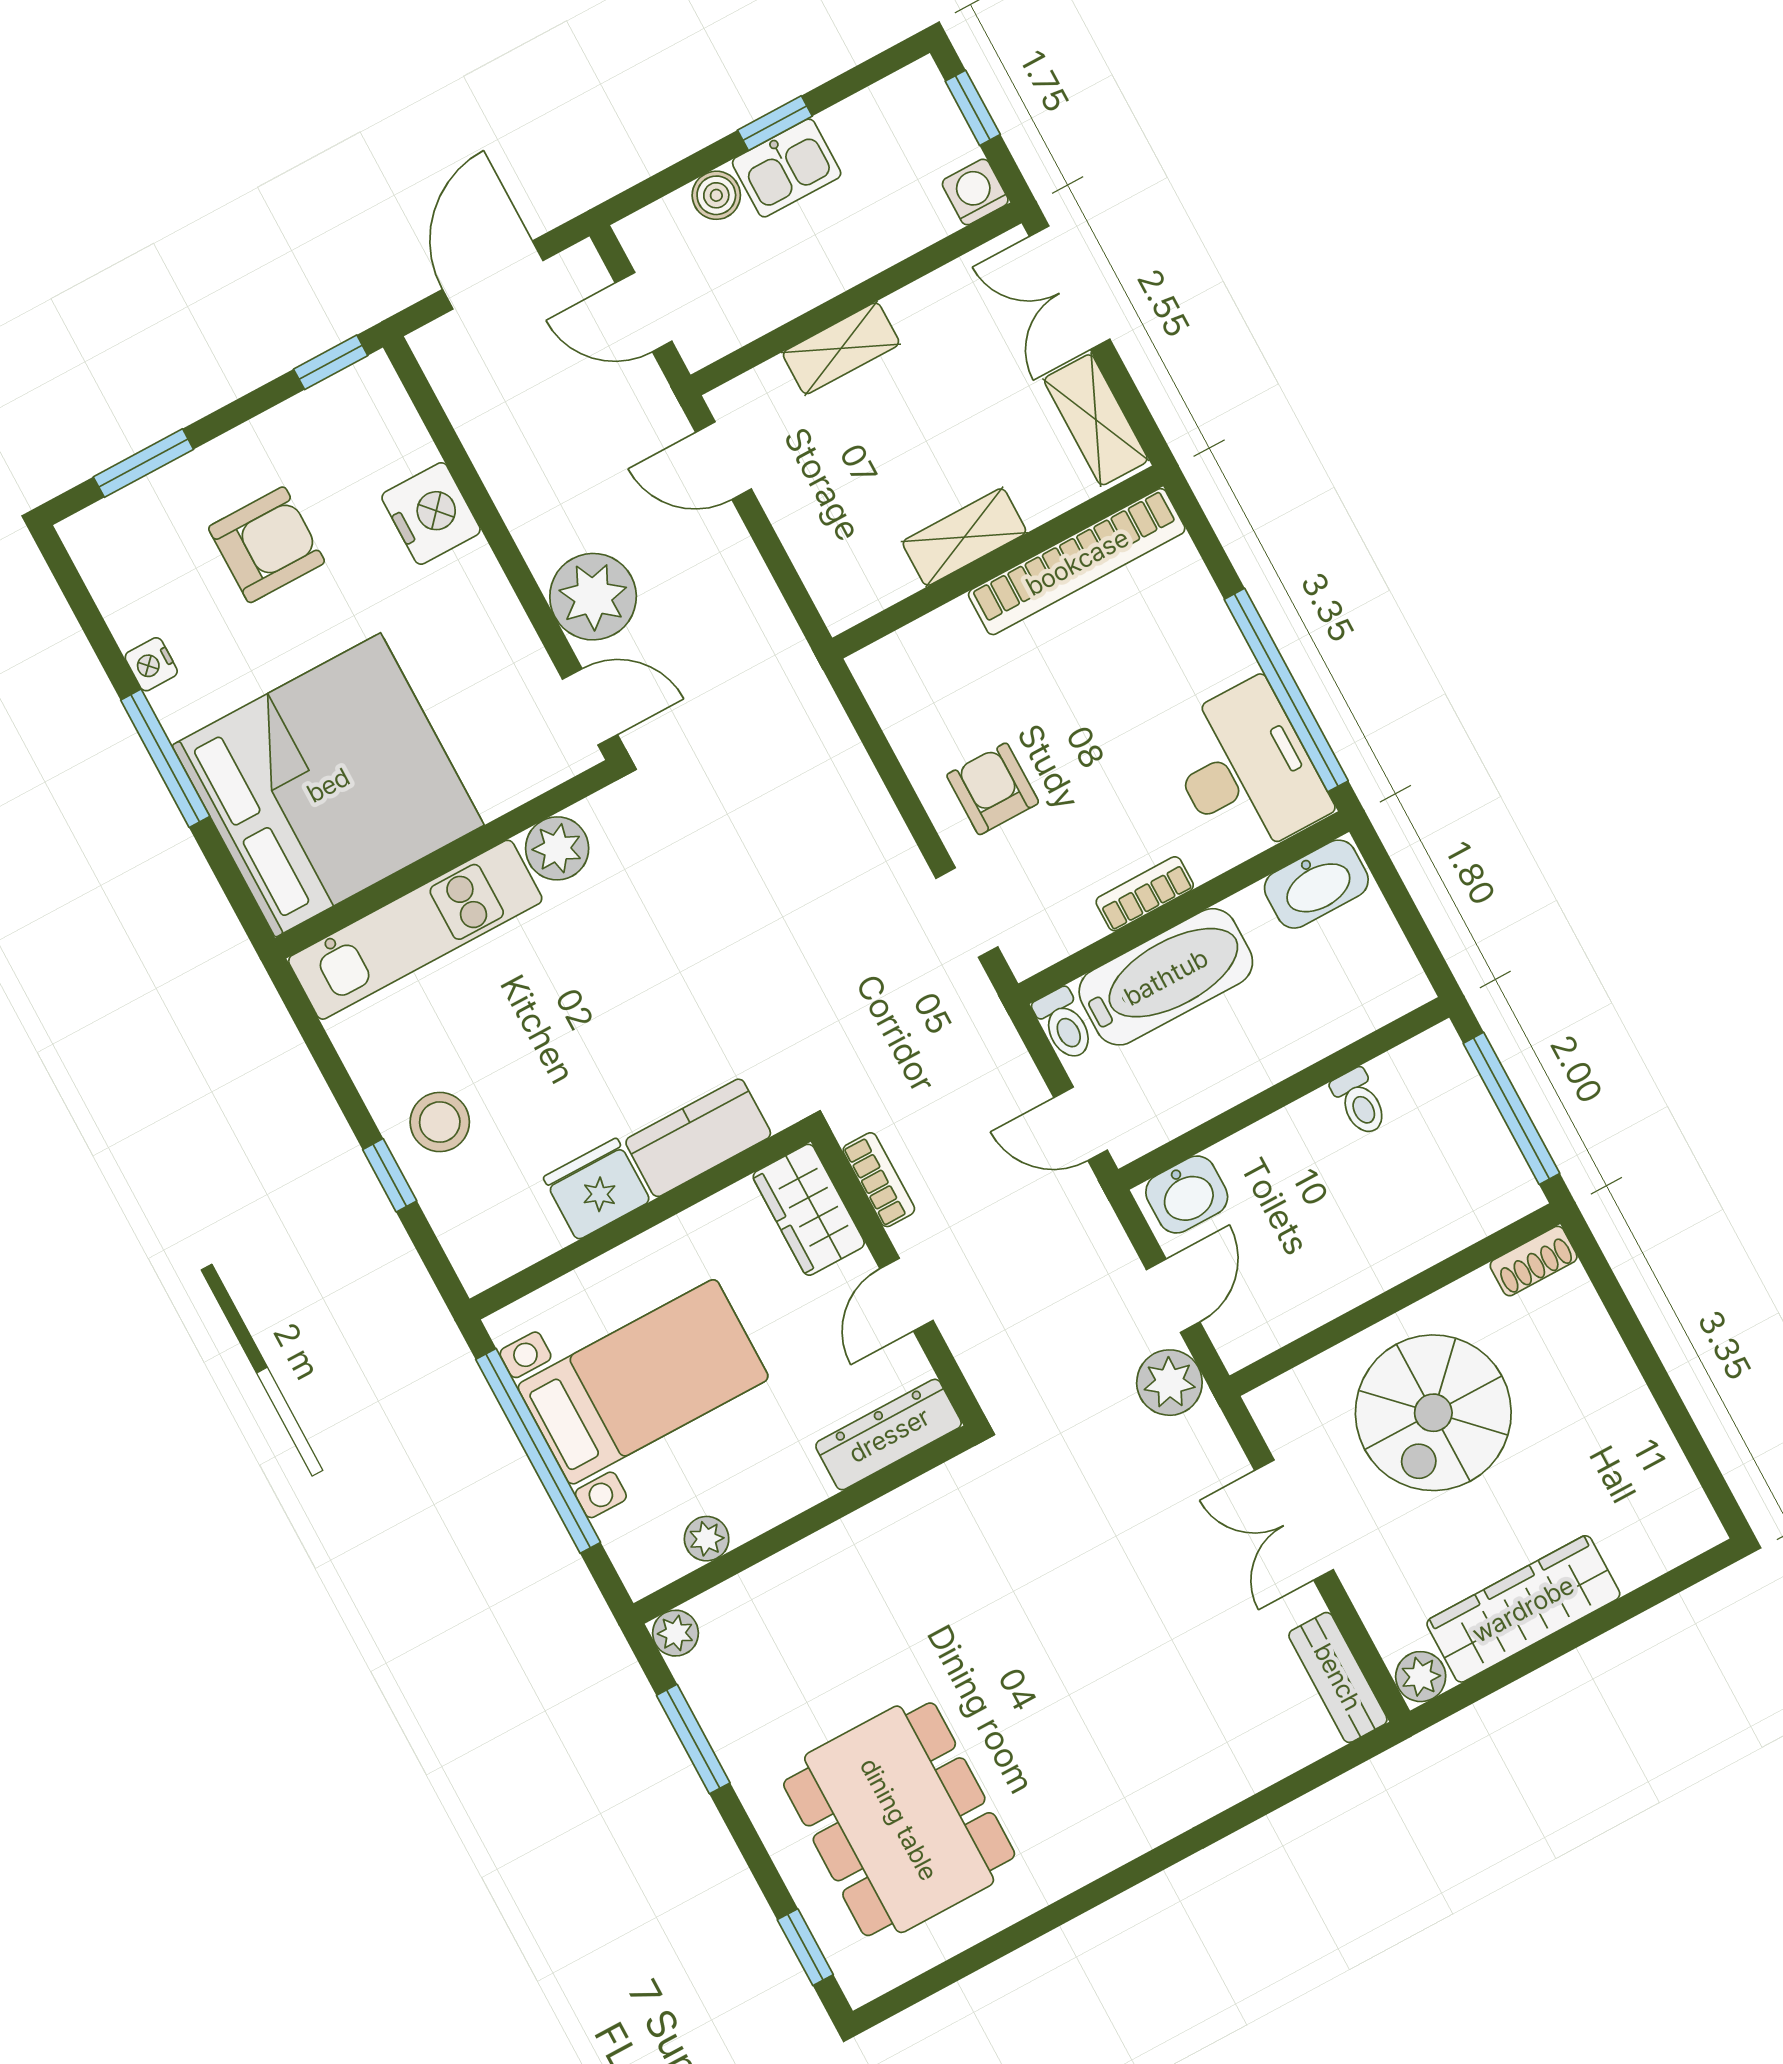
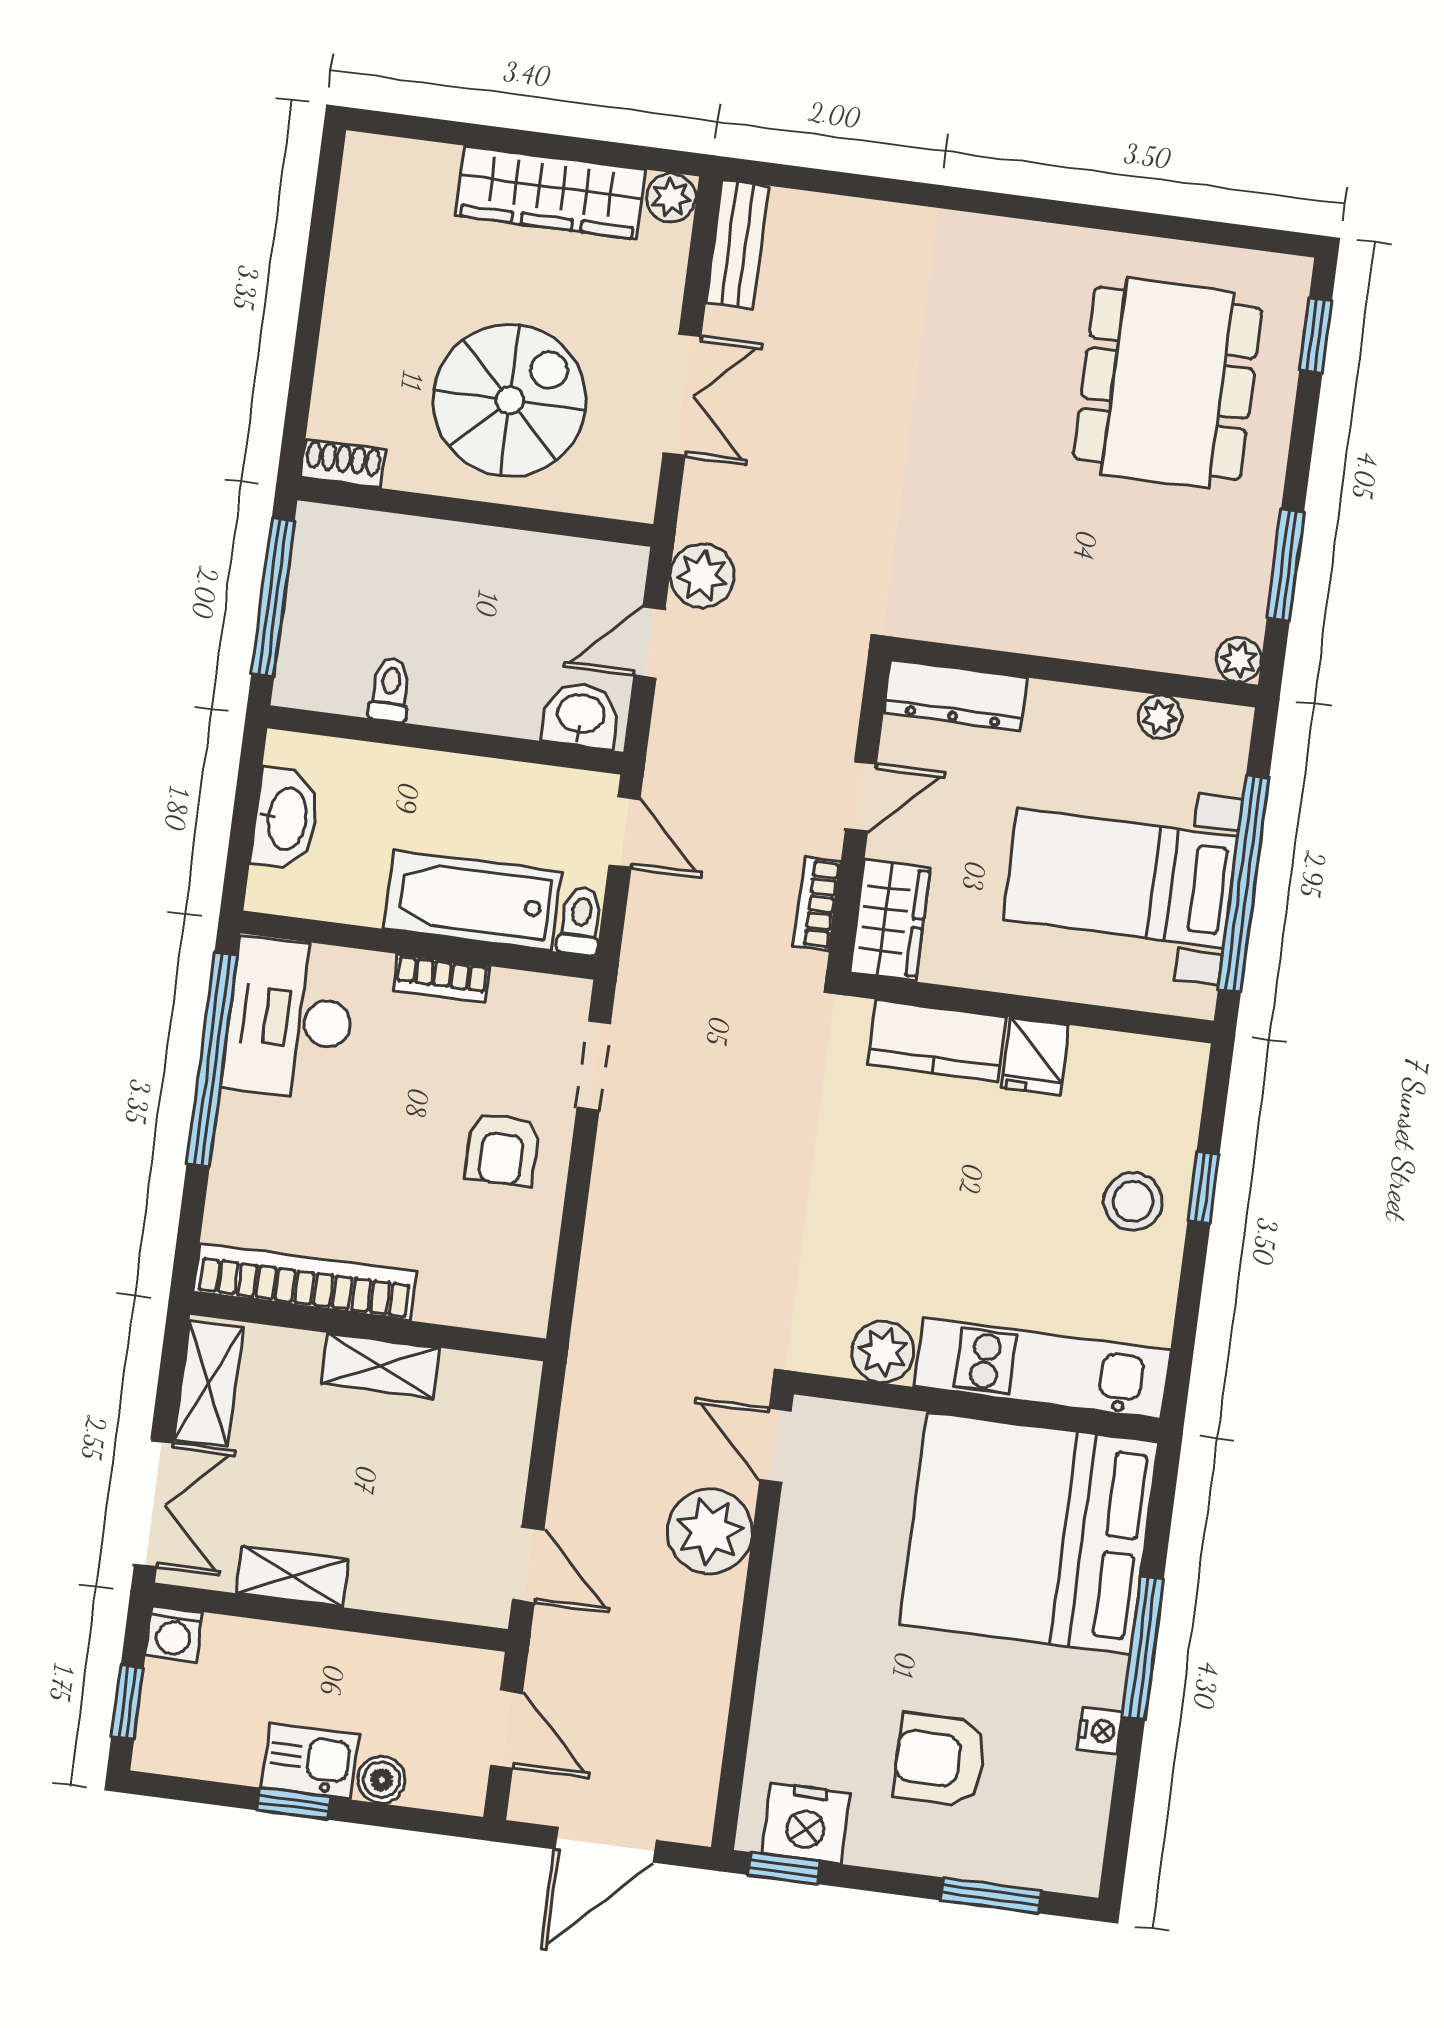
shelving: (841, 348) -> (292, 1576), moved
nightstand: (431, 513) -> (806, 1823), moved, turned -90
washbasin: (1316, 884) -> (286, 819), moved, turned 90
fridge: (597, 1189) -> (1035, 1056), width x0.72

